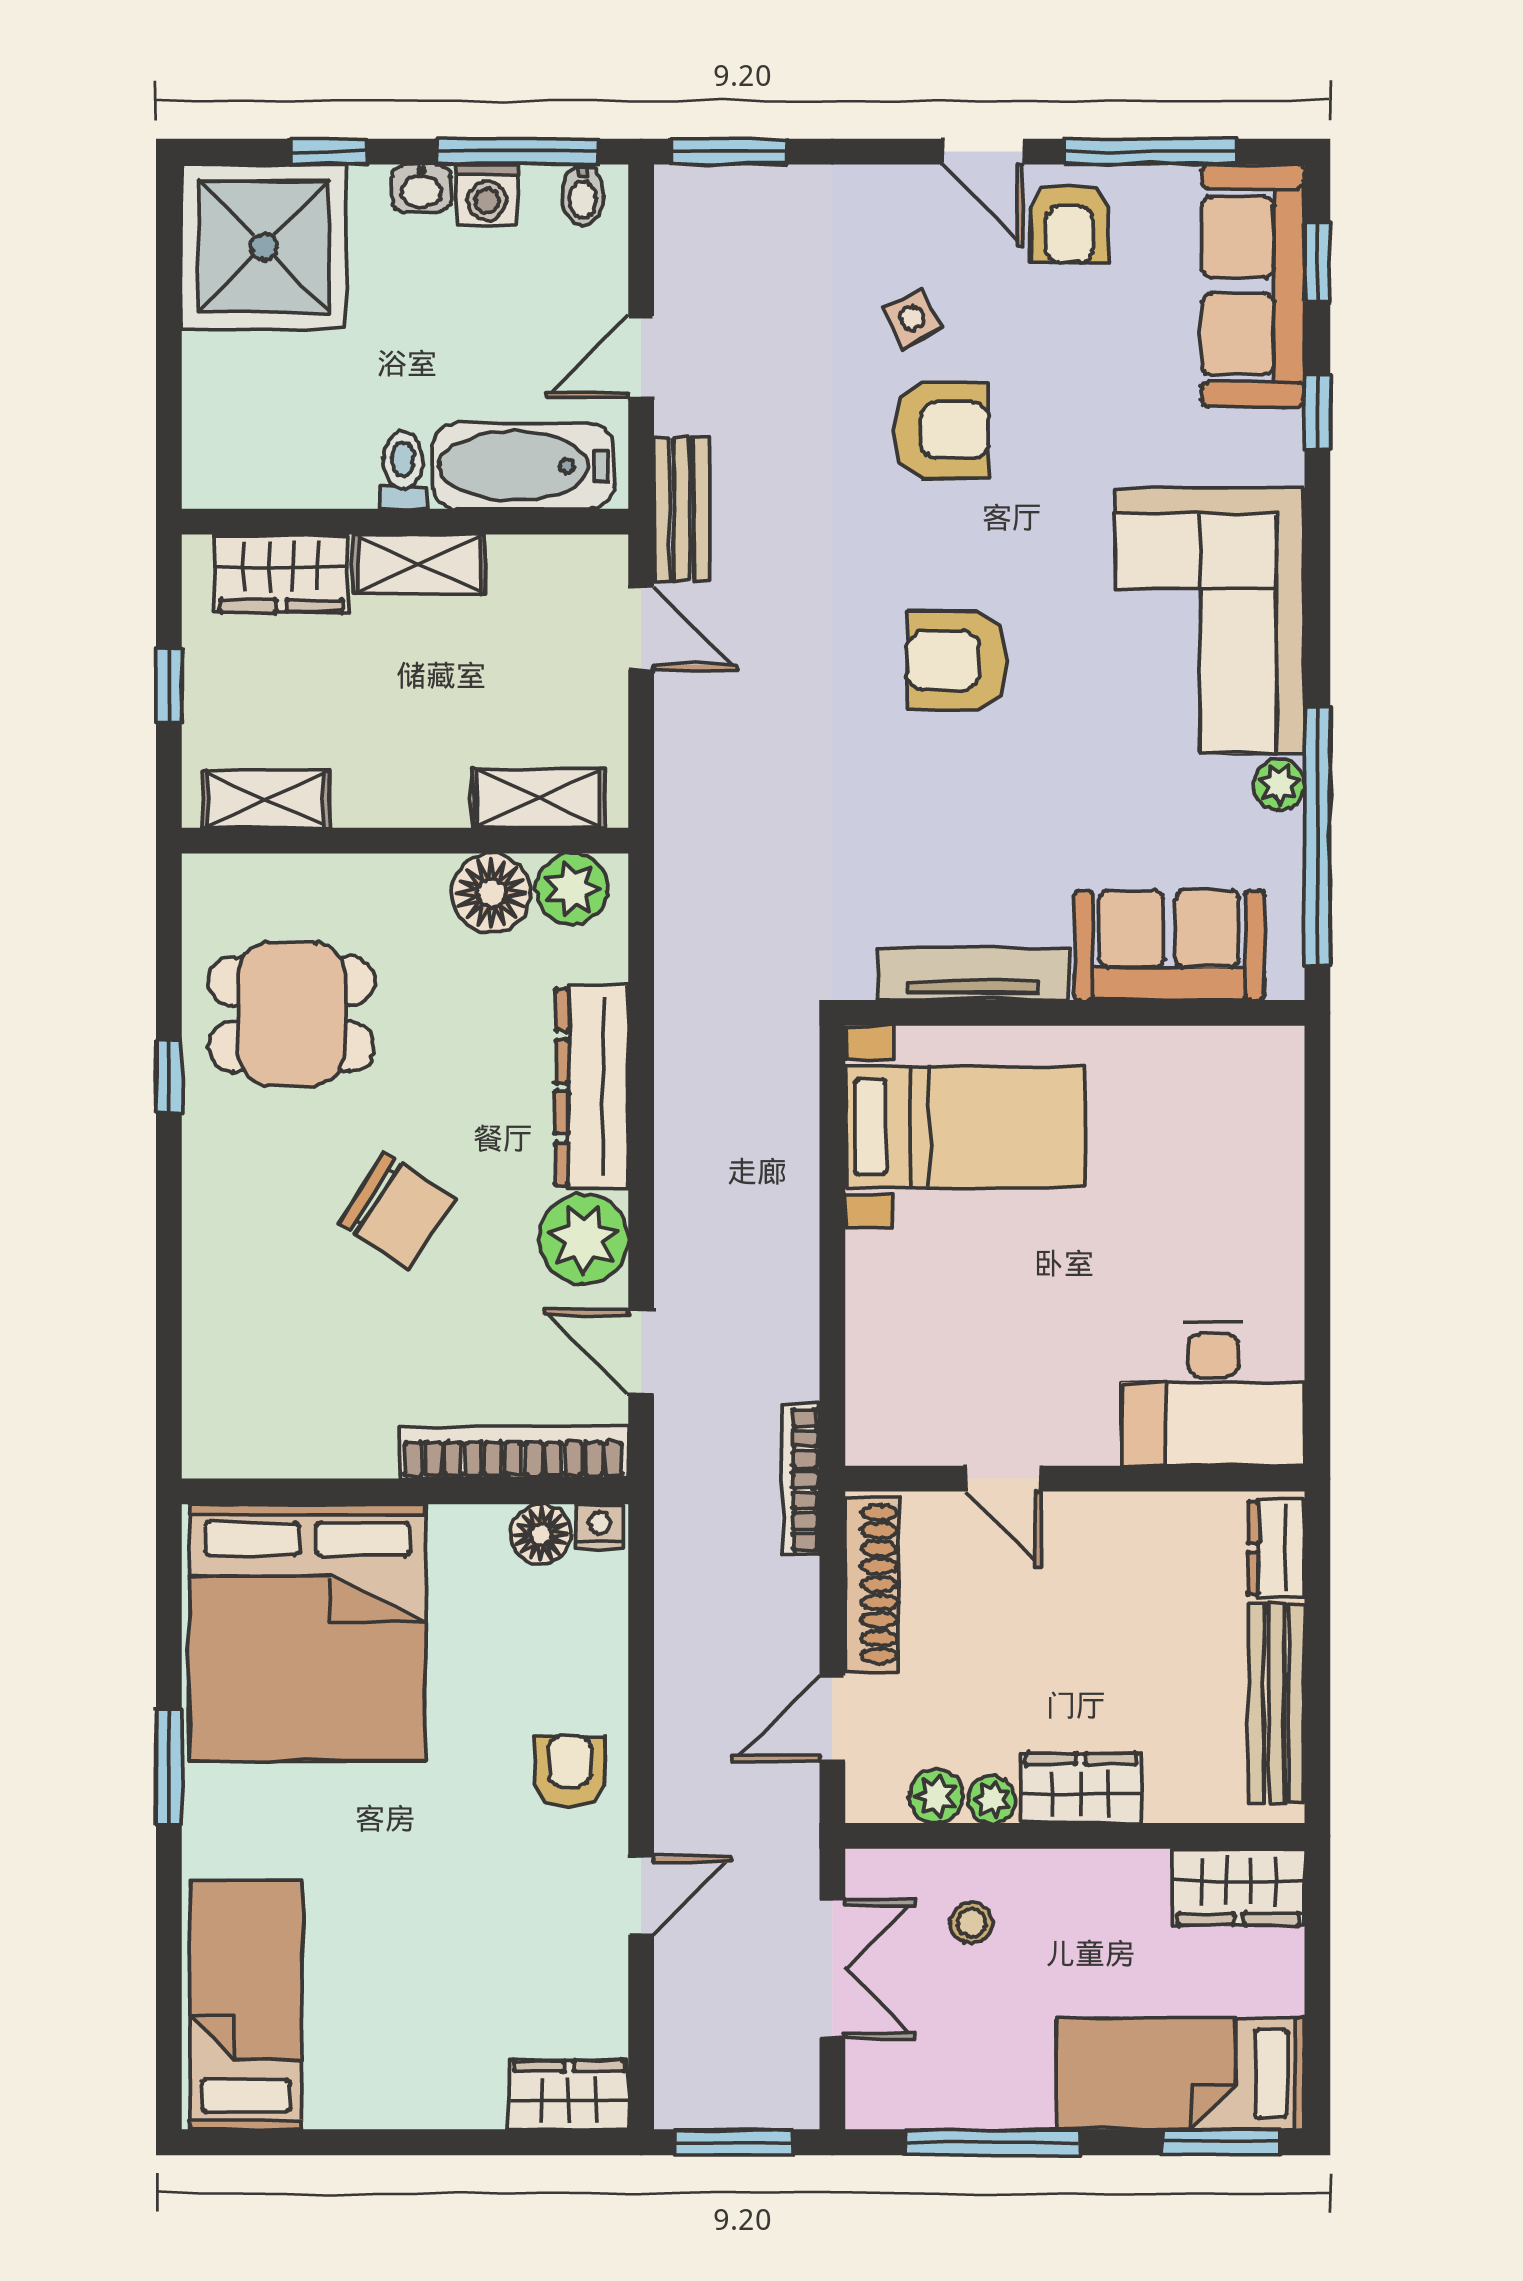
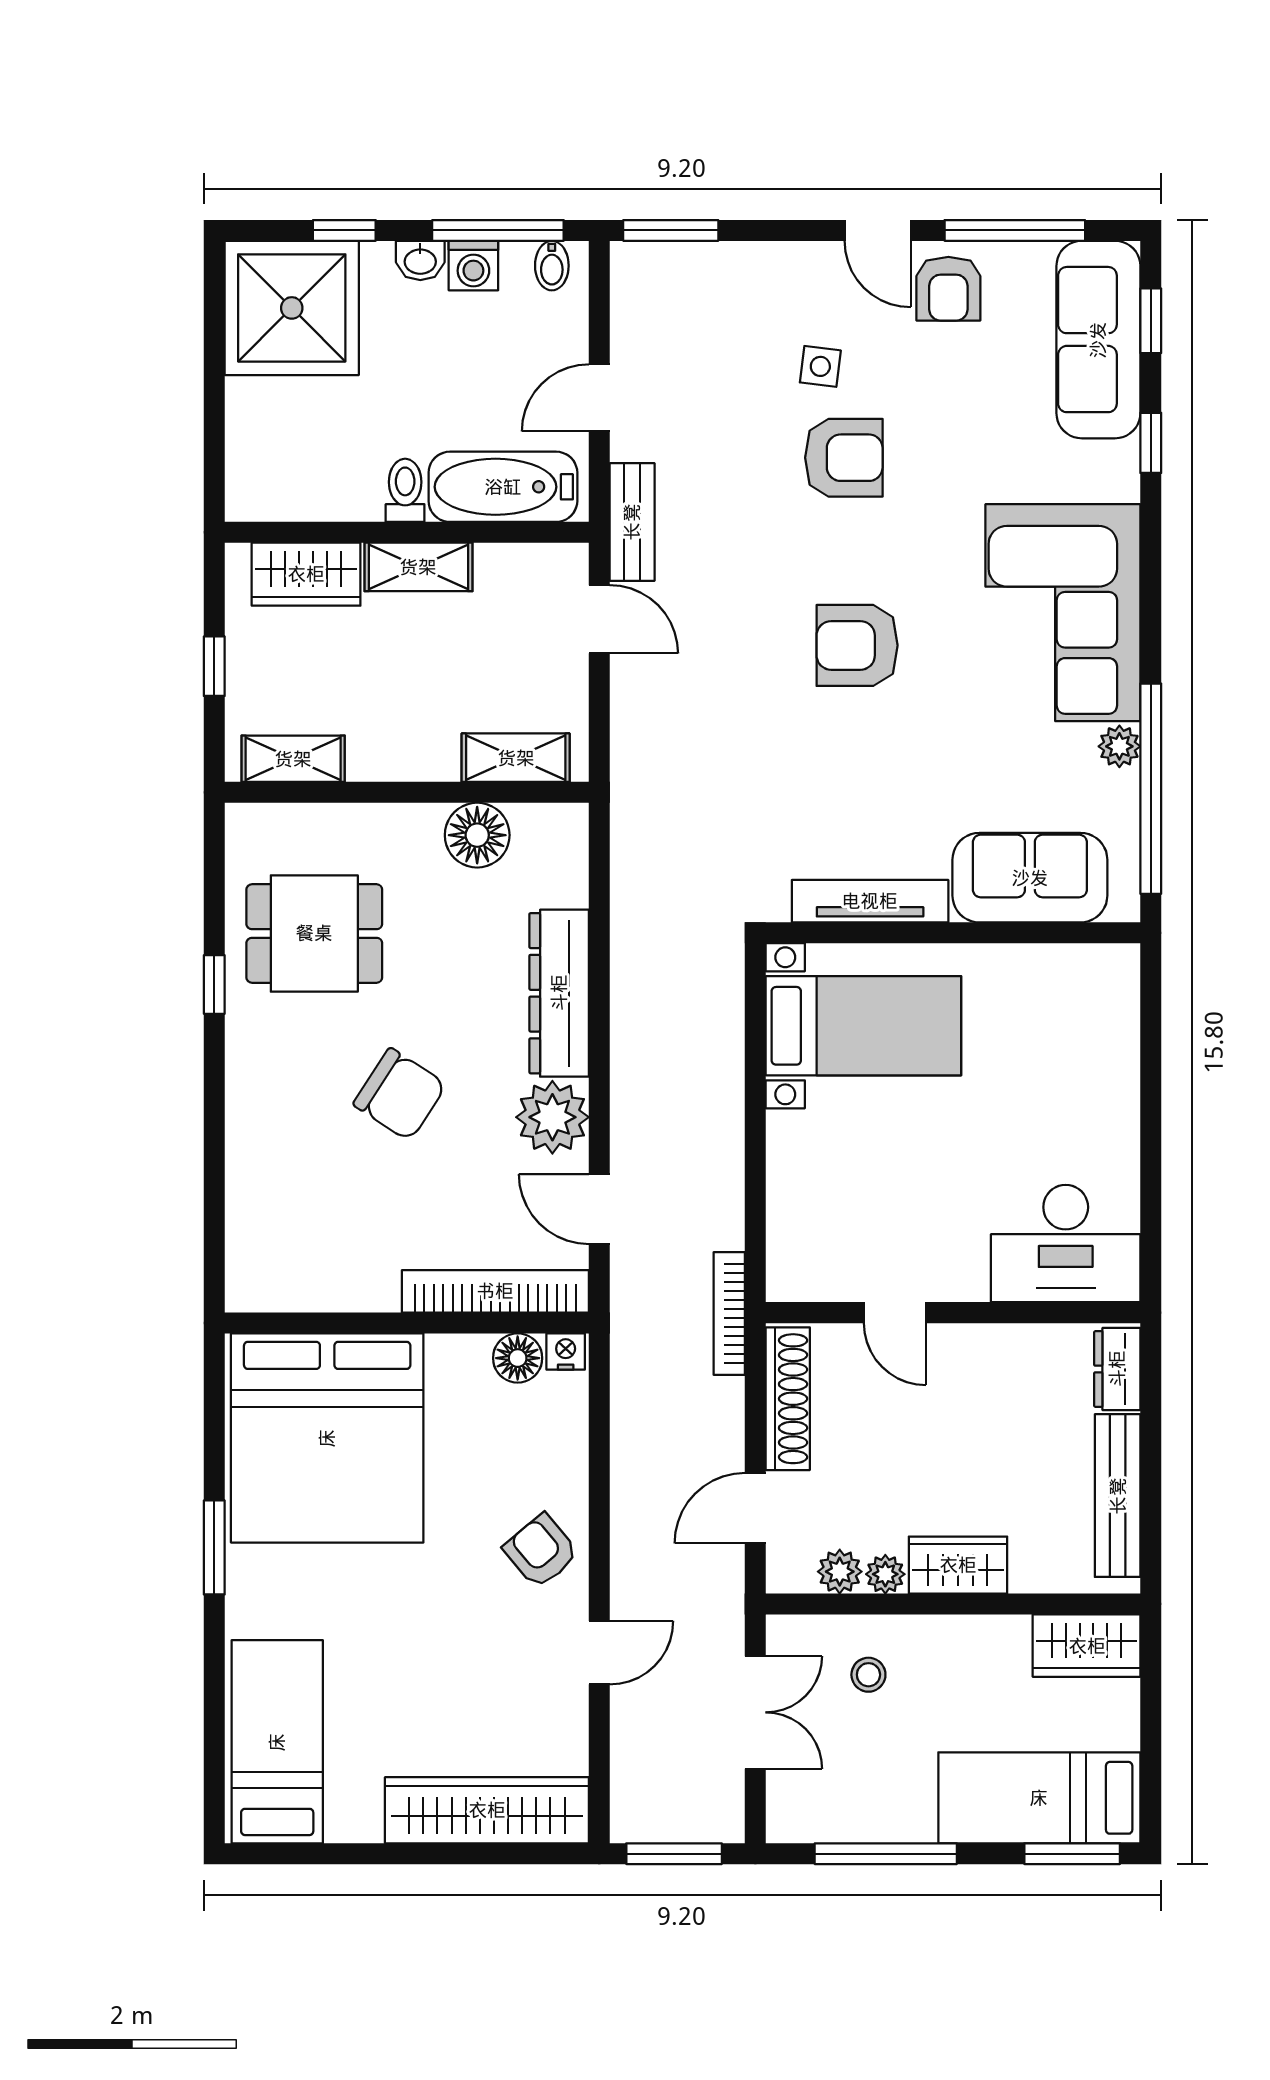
side table: (912, 318) -> (820, 366), turned 34
plant: (572, 889) -> (543, 832), removed
armchair: (570, 1771) -> (541, 1551), turned -40
wardrobe: (569, 2095) -> (487, 1810), width x2.10, depth x1.17

